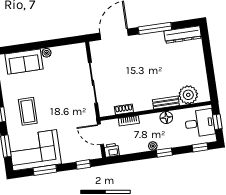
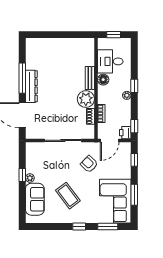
dresser: (183, 35) -> (31, 86), moved
window: (49, 44) -> (22, 175), added
plant: (188, 95) -> (86, 99), moved
coffee table: (28, 111) -> (68, 196), moved, turned 53
armchair: (71, 116) -> (89, 164), added
desk: (200, 123) -> (110, 61), moved, turned -90
window: (200, 147) -> (134, 126), moved

